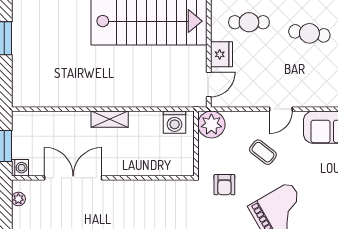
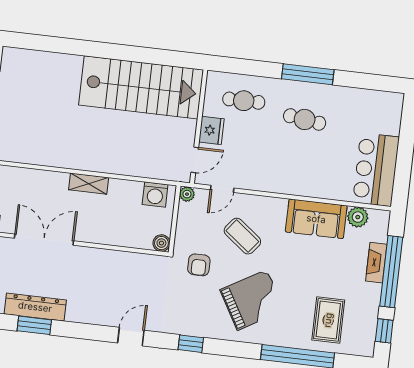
door: (281, 109) -> (222, 189), moved
plant: (211, 124) -> (187, 194), width x0.53, depth x0.53
coffee table: (263, 152) -> (242, 236), width x1.36, depth x1.30
boiler: (186, 168) -> (161, 243), added

